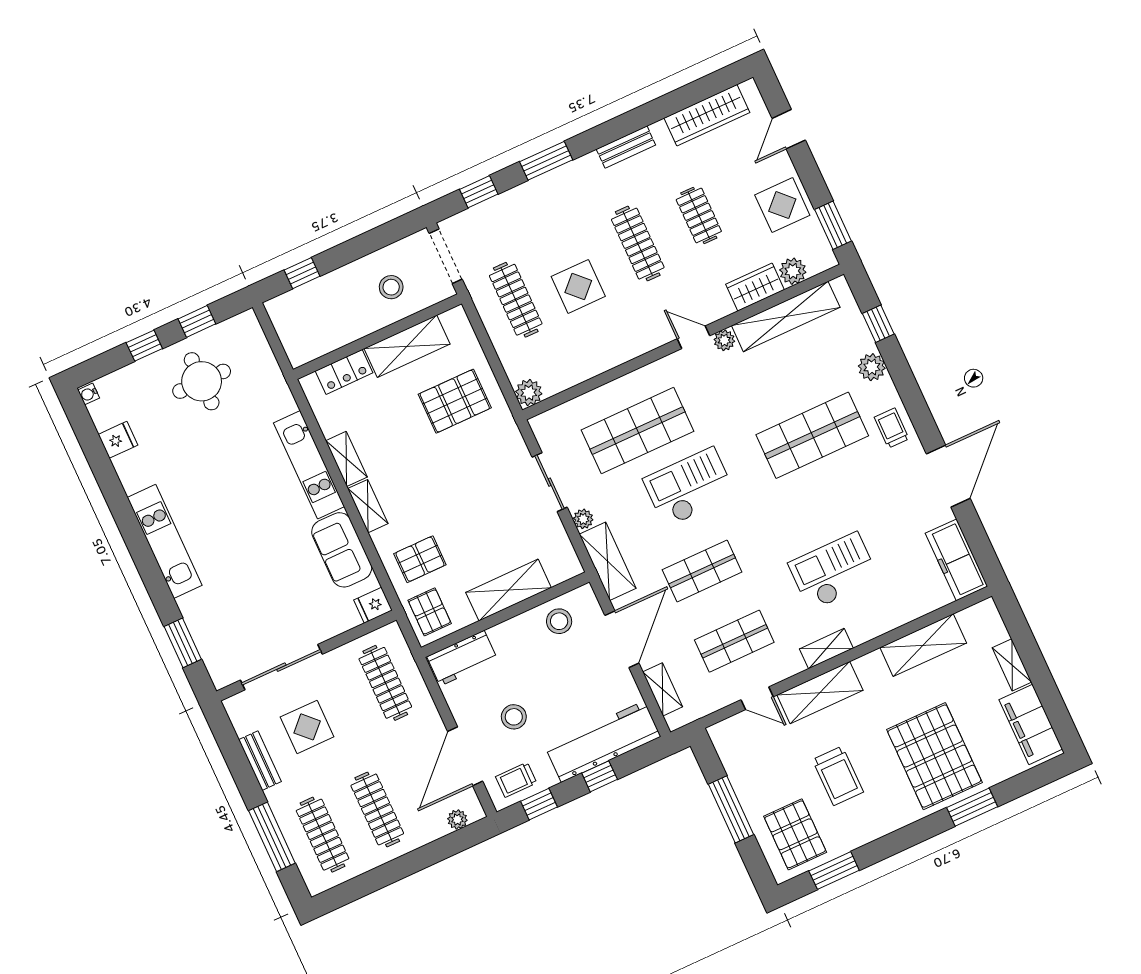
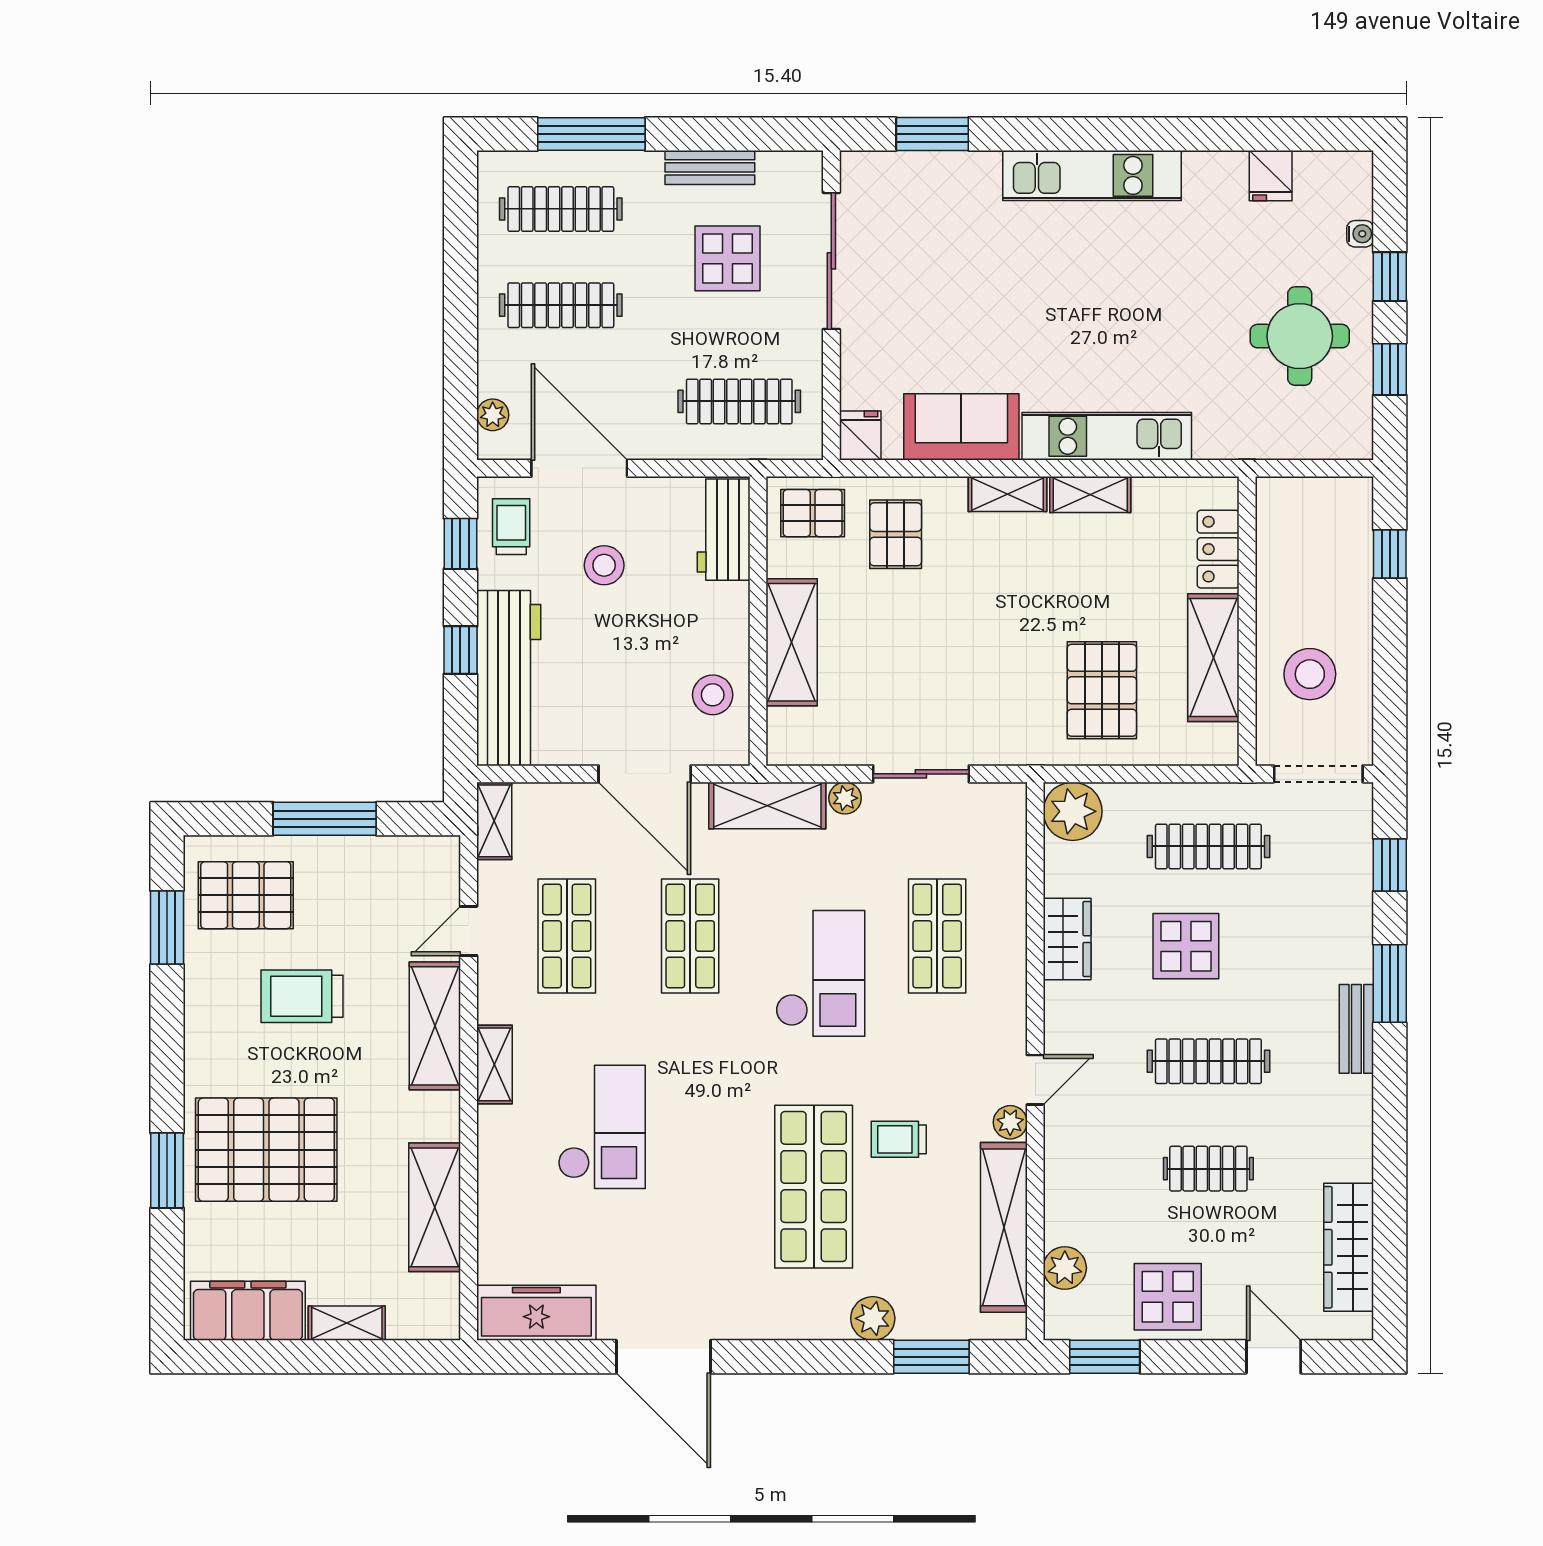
bench: (626, 147) -> (1356, 1029), moved
stool: (391, 287) -> (1310, 674), width x1.38, depth x1.38
wardrobe: (755, 287) -> (1067, 939), moved
window: (878, 324) -> (931, 1357), width x1.50
plant: (529, 393) -> (1073, 811), width x1.36, depth x1.36
water cooler: (89, 394) -> (1360, 234), moved, turned 90
trolley: (892, 428) -> (899, 1139), moved, turned 180
shop shelf: (637, 431) -> (937, 936), width x0.70, depth x0.74
shelving: (663, 689) -> (494, 821), moved, turned 90

